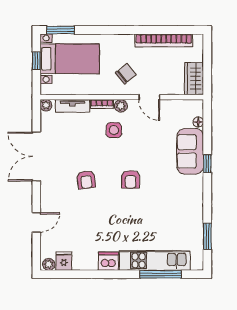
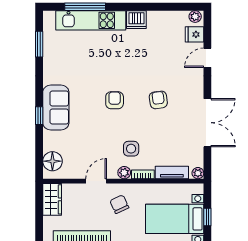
chair: (126, 74) -> (119, 204), turned 104
door: (149, 97) -> (96, 181), hinge flipped
floor lamp: (198, 122) -> (52, 161), width x1.89, depth x1.89
sofa: (190, 151) -> (56, 108), moved
fridge: (64, 261) -> (194, 34), moved, turned 90

